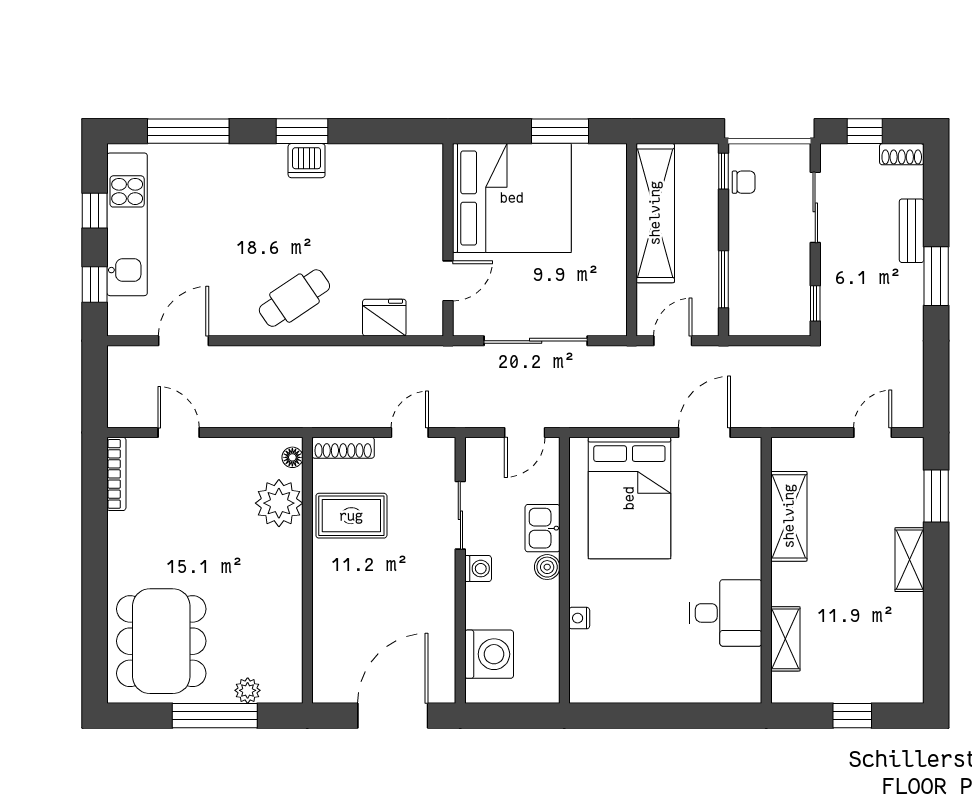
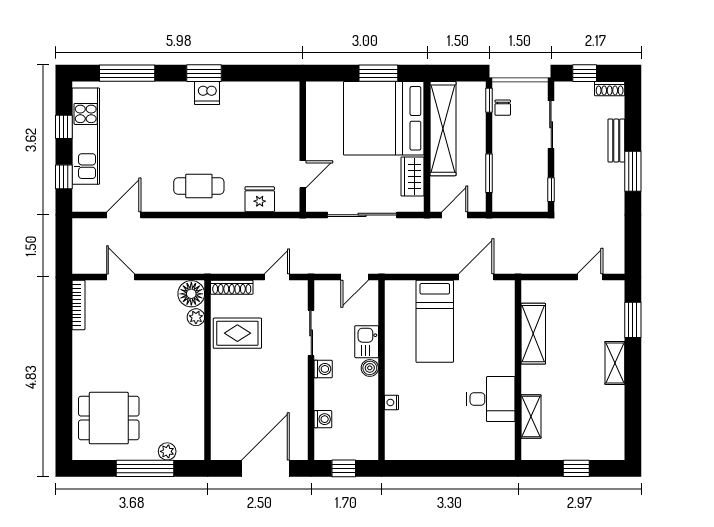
chair: (744, 182) -> (503, 108), turned 90
bed: (512, 198) -> (384, 118), moved, turned 180
wardrobe: (610, 284) -> (412, 176), added
cafe table: (294, 298) -> (199, 186), turned 34
floor lamp: (292, 457) -> (191, 294), width x1.89, depth x1.89
bed: (629, 498) -> (435, 321), width x0.67
plant: (279, 503) -> (196, 317), width x0.53, depth x0.53
dining table: (161, 641) -> (109, 418), width x0.73
washing machine: (489, 654) -> (323, 419), width x0.53, depth x0.53
window: (509, 716) -> (344, 468), added

